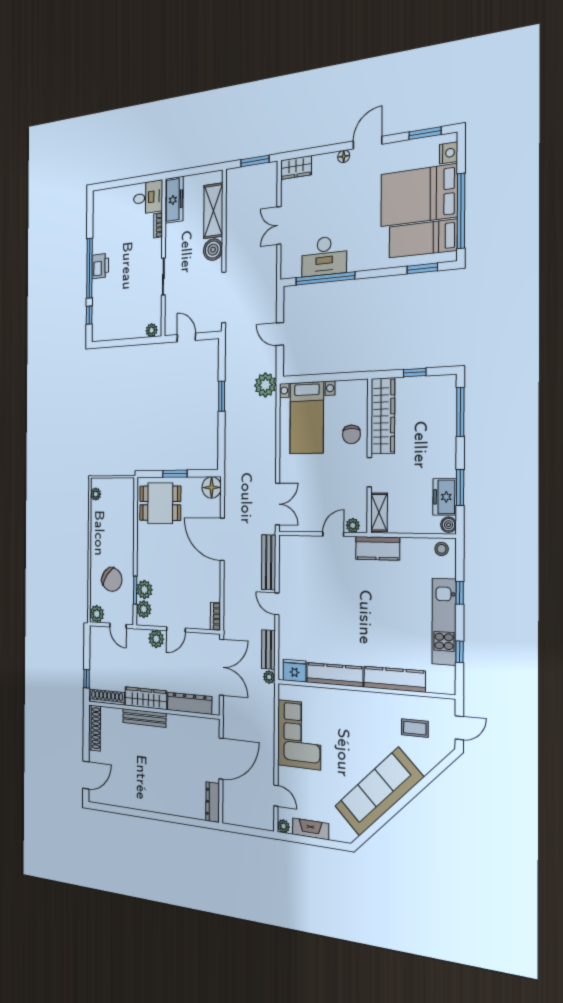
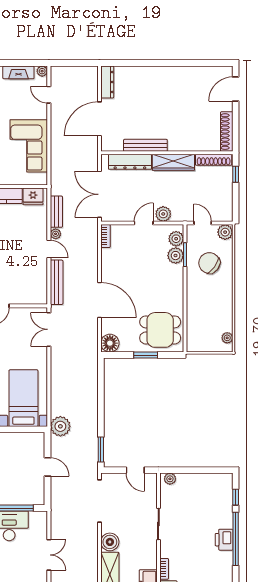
window: (222, 396) -> (101, 449), moved
plant: (269, 677) -> (56, 234), moved
bench: (144, 718) -> (145, 145), moved

